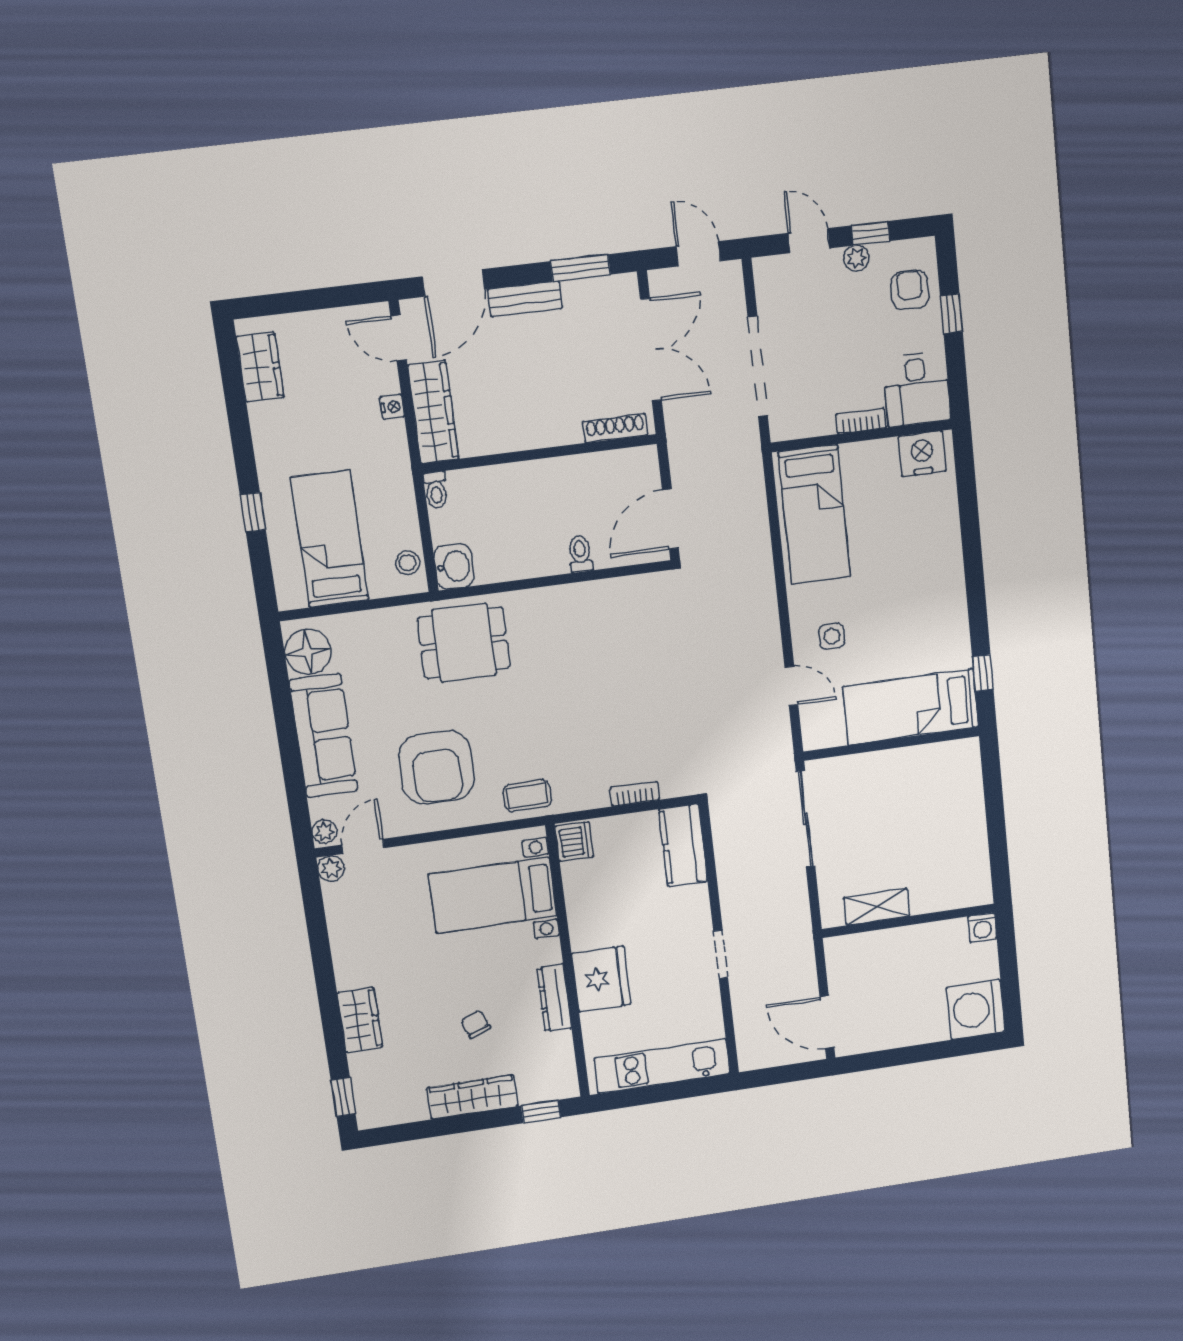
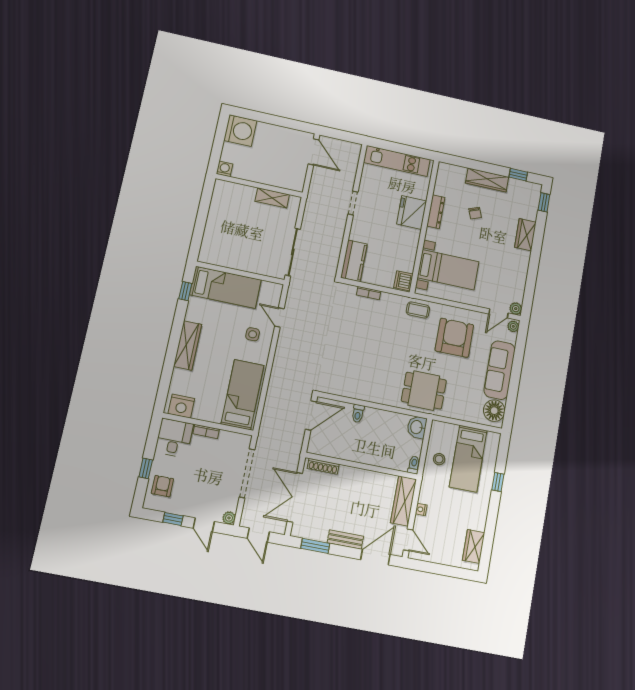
plant: (856, 258) -> (229, 518), moved
armchair: (910, 290) -> (162, 486), turned 180
stool: (408, 563) -> (439, 459), moved
wardrobe: (947, 573) -> (188, 345), added
window: (541, 1111) -> (518, 175), moved

